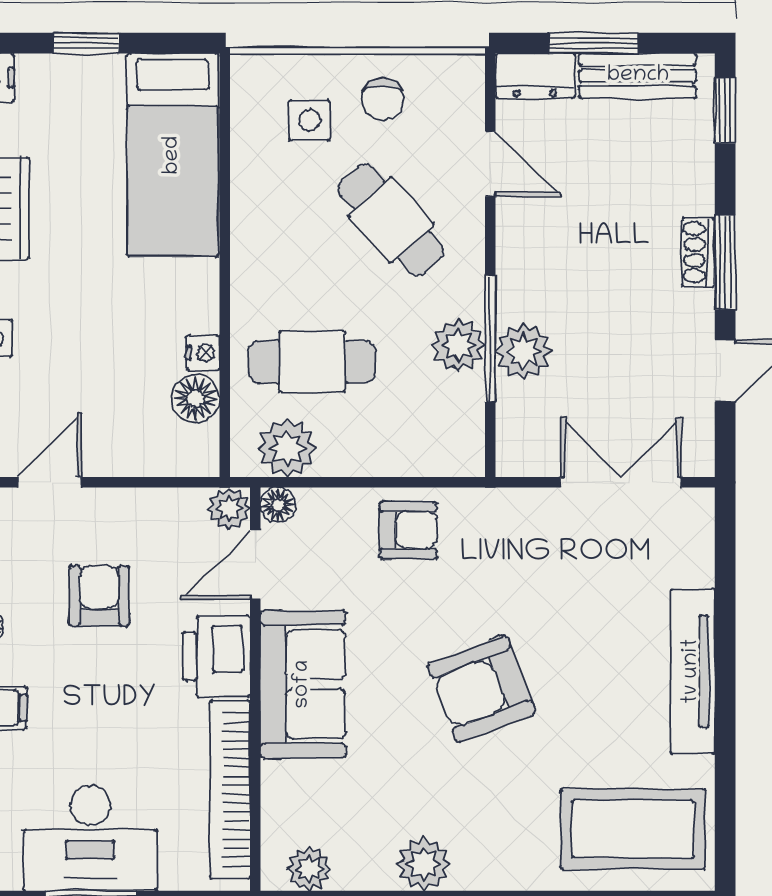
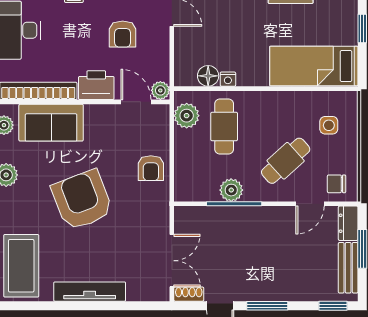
chair: (383, 99) -> (336, 184), moved
shoe rack: (698, 252) -> (189, 294), moved
plant: (523, 351) -> (229, 218), removed
floor lamp: (278, 505) -> (162, 112), removed
armchair: (99, 596) -> (123, 34), turned 90
sofa: (303, 684) -> (51, 123), moved
armchair: (481, 689) -> (82, 200), width x1.36, depth x1.36

